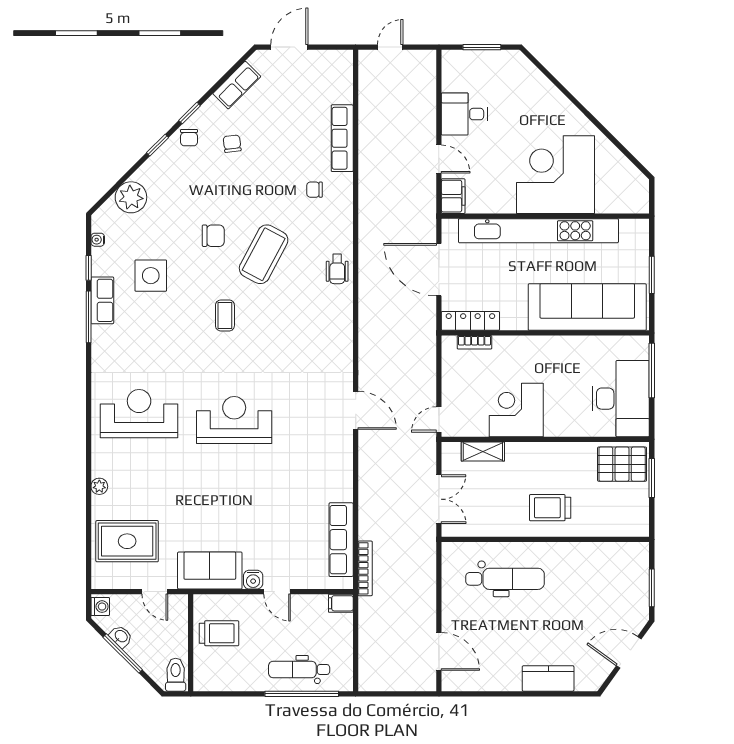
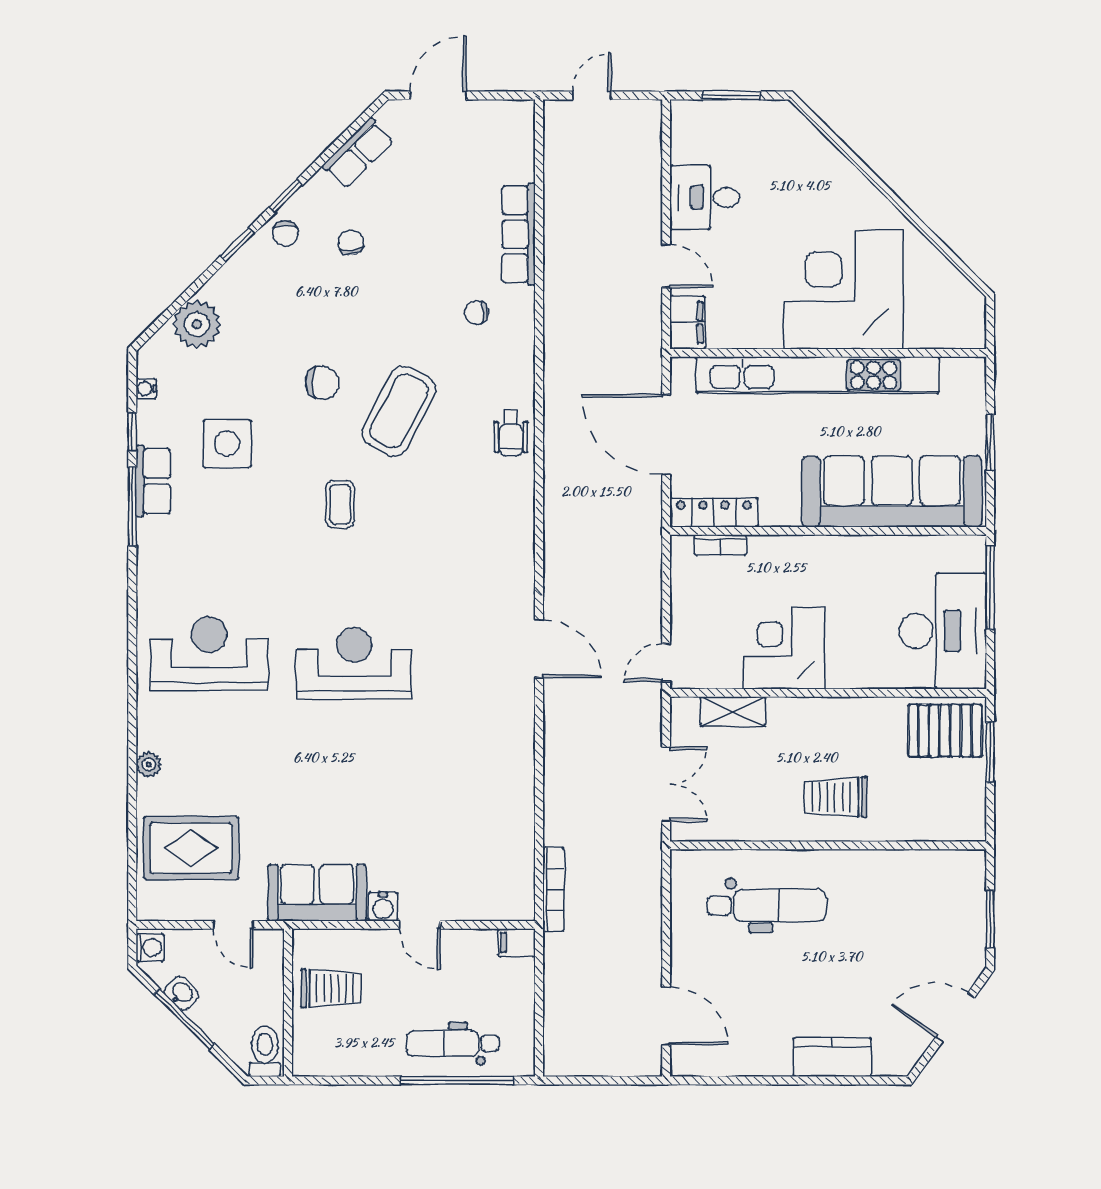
row of seats: (341, 540) -> (517, 846), removed

